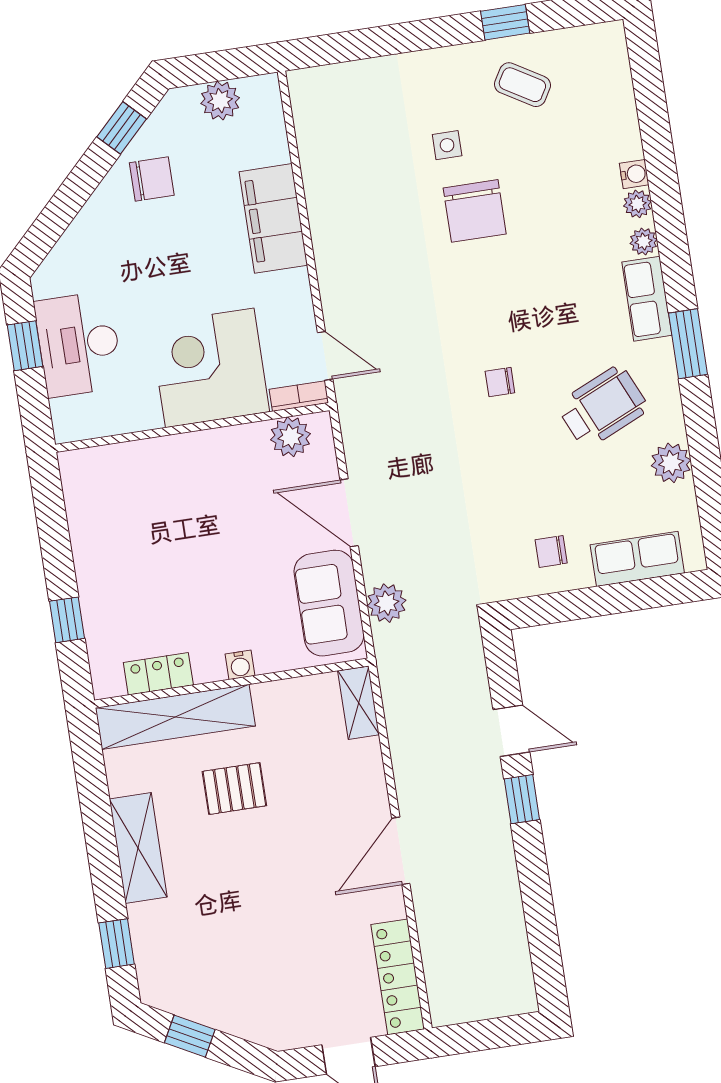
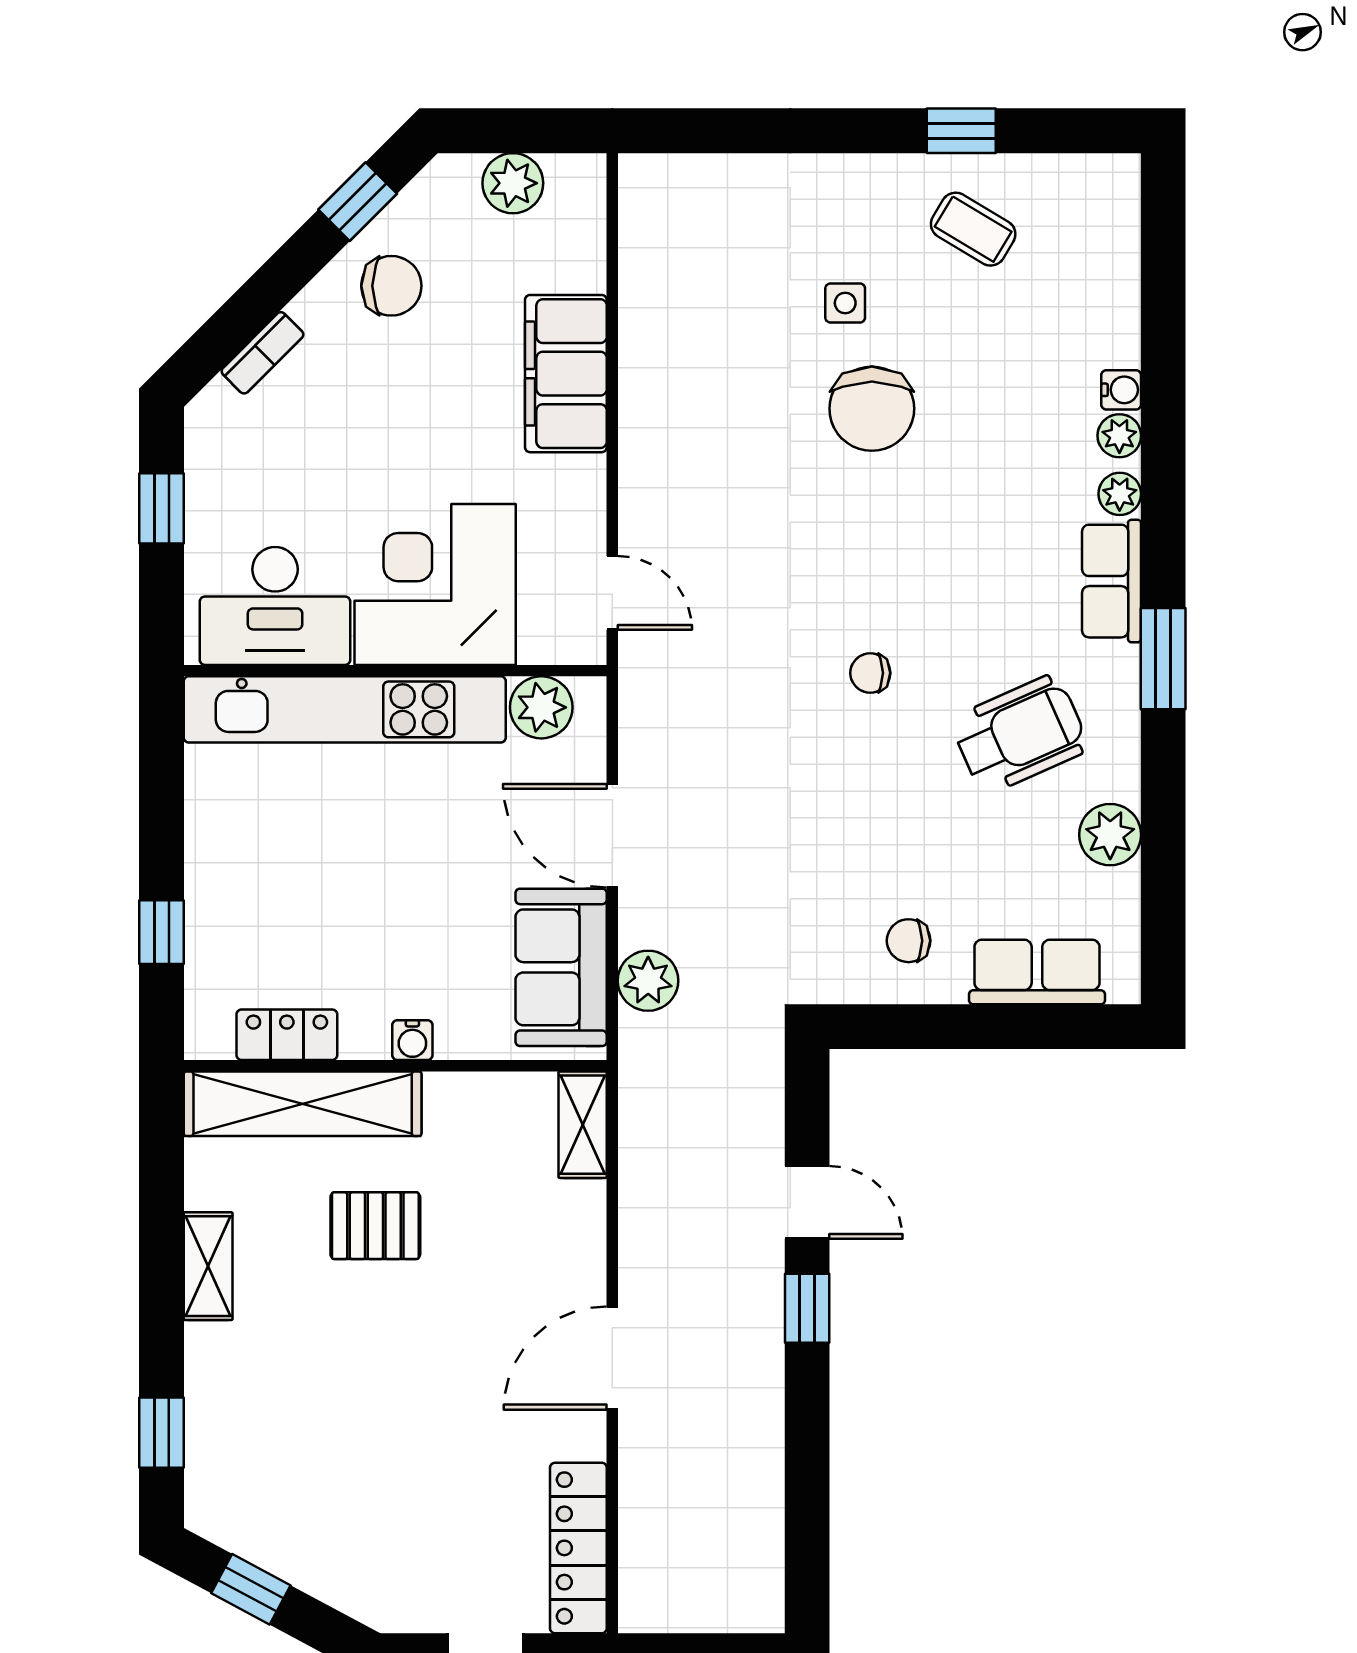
desk: (79, 344) -> (275, 606), moved, turned -90
bookcase: (299, 396) -> (262, 353), moved, turned 135
kitchen unit: (163, 458) -> (345, 709), added
shelving: (138, 848) -> (208, 1266), width x0.67, depth x0.75

